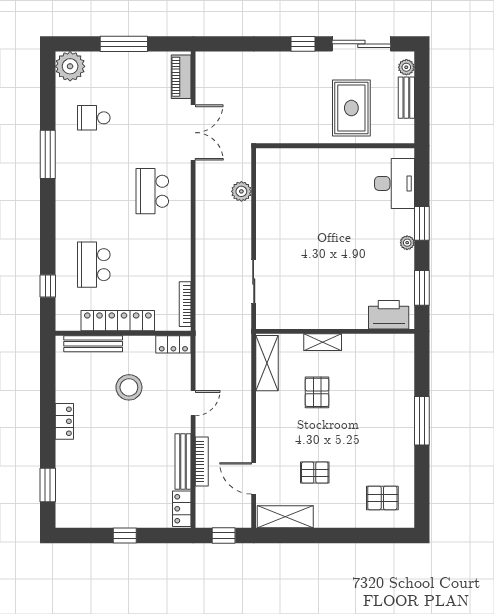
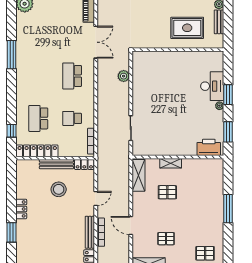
rug: (351, 108) -> (187, 28), turned 90
school desk: (94, 118) -> (72, 118), moved
desk: (395, 183) -> (212, 86), moved
locker: (118, 321) -> (37, 151), moved
bench: (93, 344) -> (56, 164), moved
pallet: (317, 392) -> (167, 192), turned 90
door: (254, 478) -> (131, 225), moved
window: (48, 485) -> (12, 232), moved

